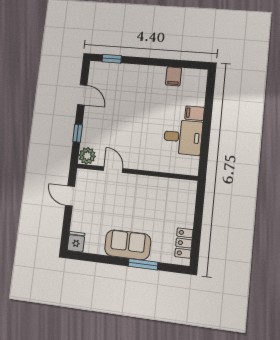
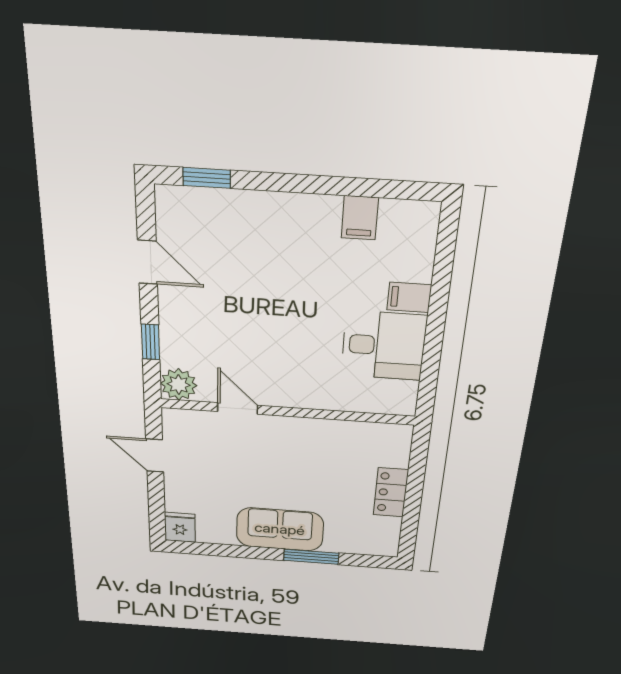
locker: (184, 243) -> (391, 492), moved

